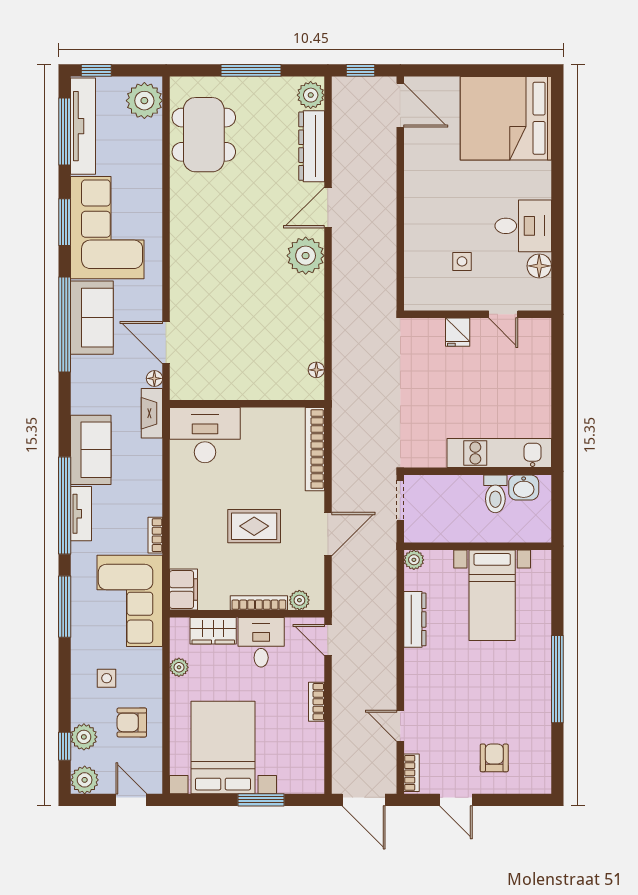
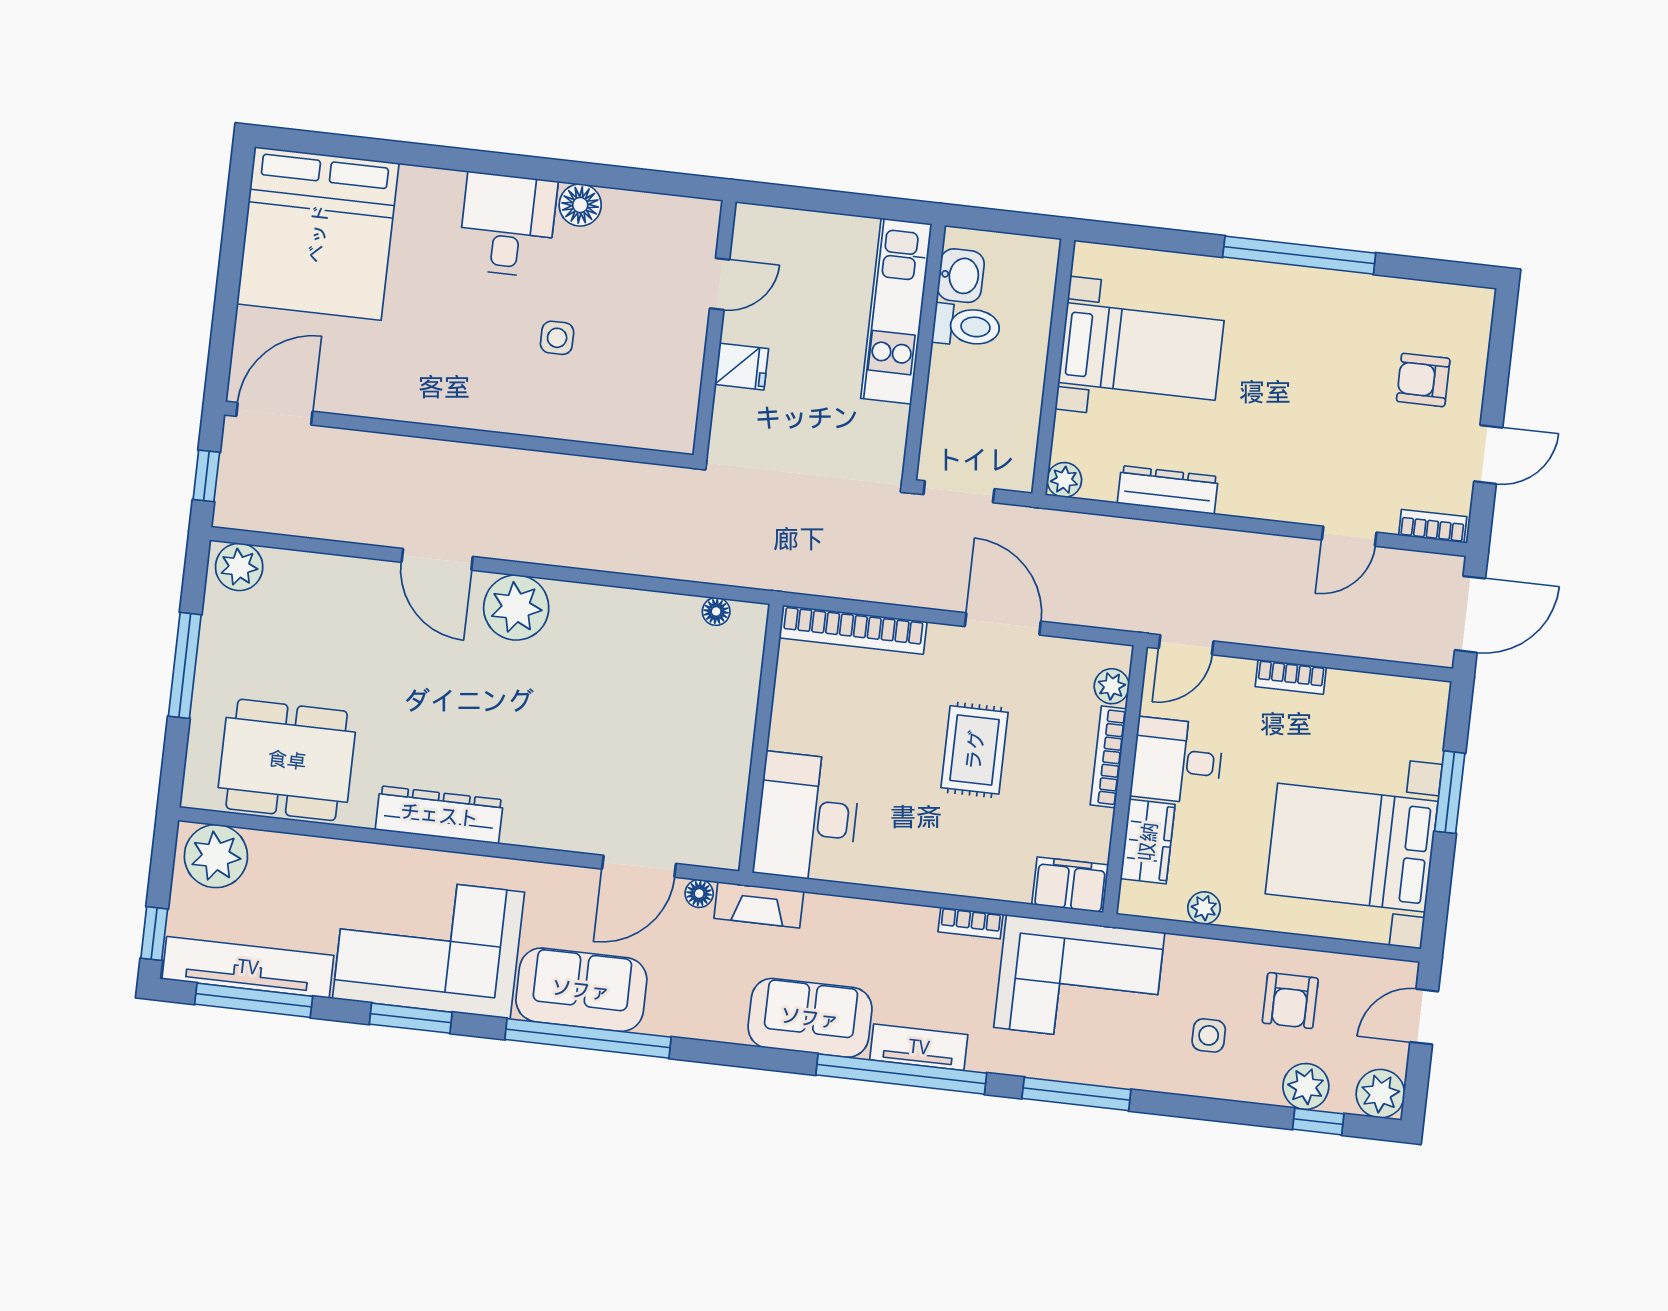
dresser: (312, 146) -> (439, 815), moved, turned 180
wall: (478, 314) -> (715, 328), moved
door: (503, 314) -> (720, 284), moved
fridge: (458, 332) -> (742, 367), moved

